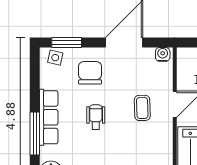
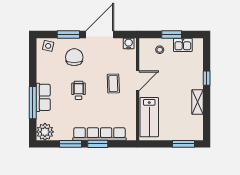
window: (67, 43) -> (68, 35), moved
row of seats: (49, 117) -> (43, 97), width x0.68

